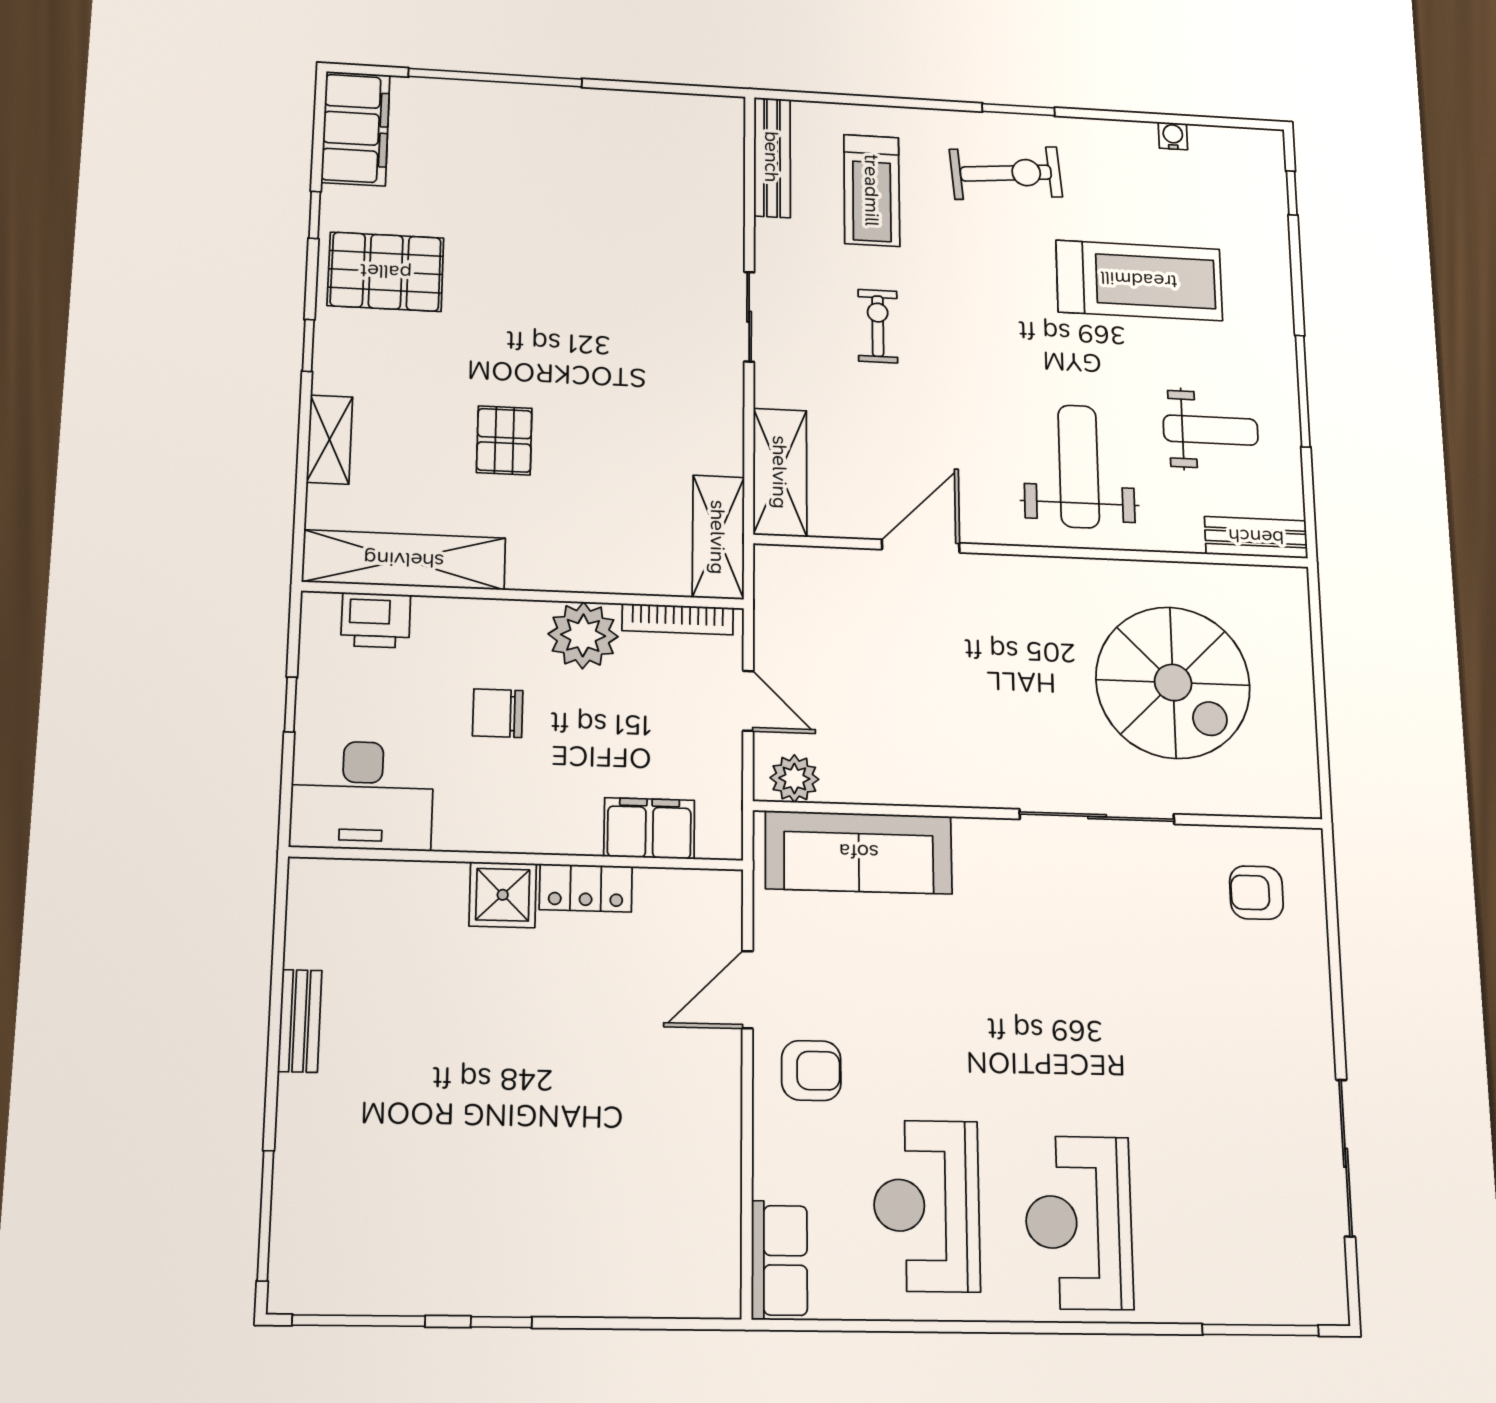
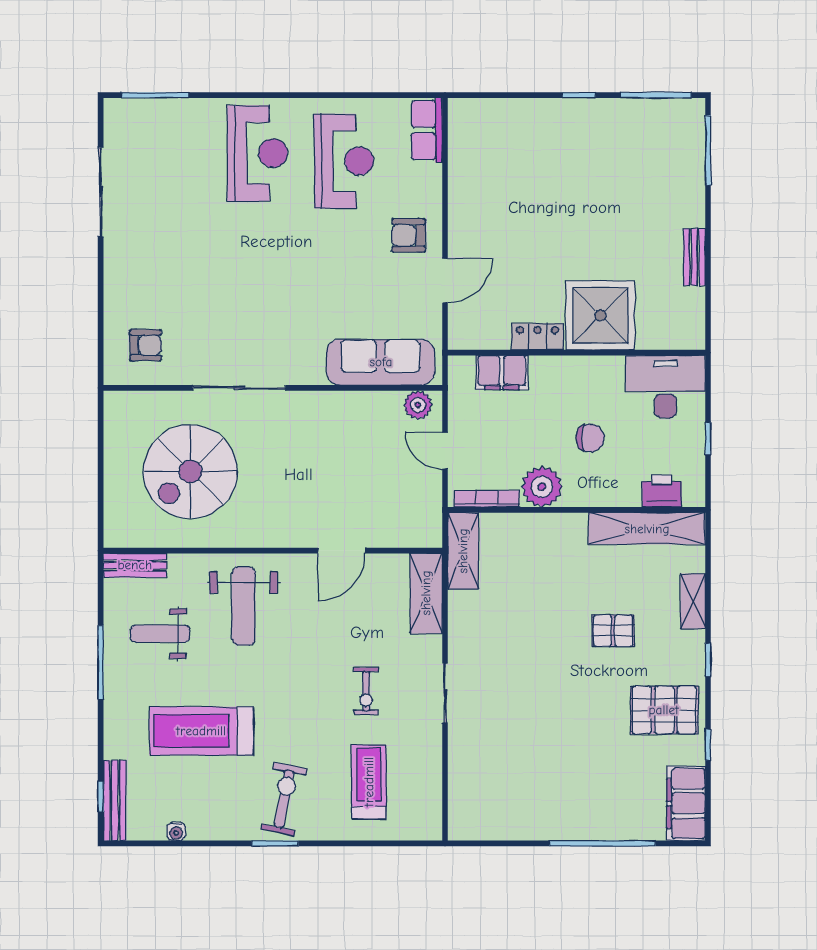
bench: (772, 157) -> (115, 800), moved
exercise bike: (1006, 173) -> (284, 799), turned 106
pallet: (504, 440) -> (613, 631), moved, turned 90
spiral stairs: (1173, 683) -> (190, 472), turned -90
shower: (503, 895) -> (600, 315), width x1.86, depth x1.86

